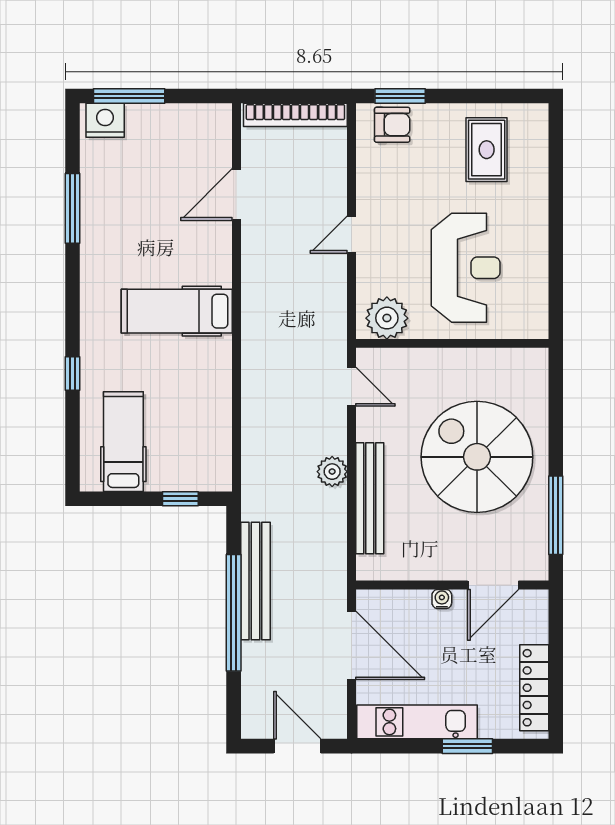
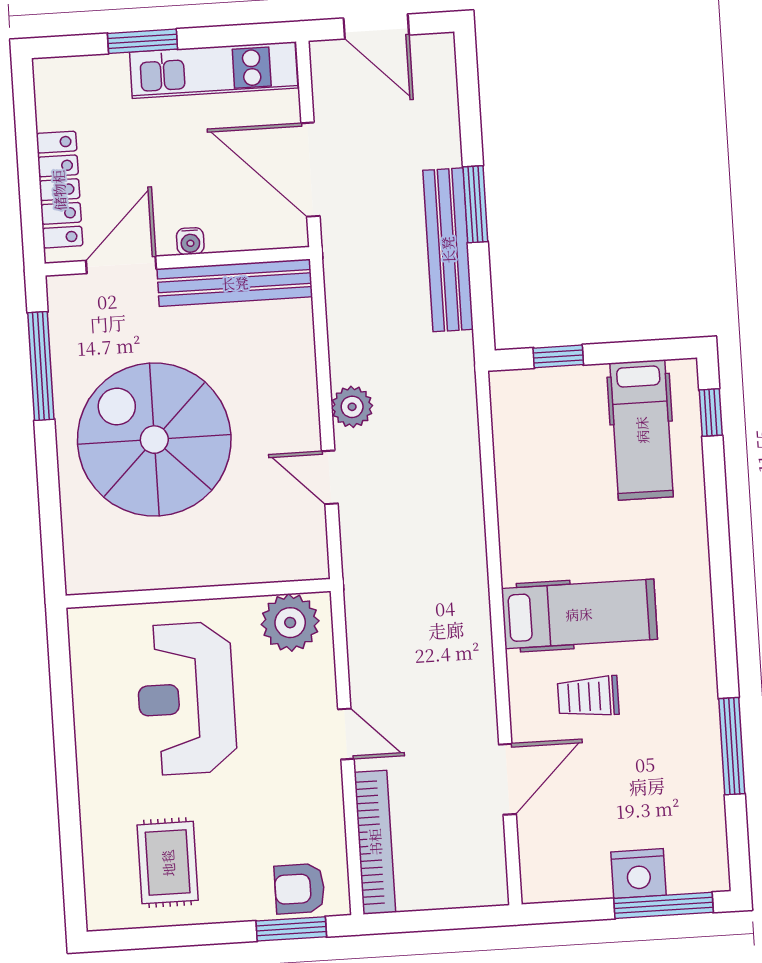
bookcase: (295, 115) -> (375, 842), moved, turned 90
nightstand: (105, 120) -> (639, 874), moved
door: (352, 235) -> (346, 734), hinge flipped
trolley: (174, 251) -> (588, 697), added
window: (72, 373) -> (711, 413), moved
door: (352, 387) -> (330, 477), moved
spiral stairs: (477, 457) -> (154, 440), turned 180
bench: (370, 498) -> (235, 283), moved, turned 90
window: (234, 613) -> (475, 204), width x0.47
locker: (534, 688) -> (59, 190), moved

